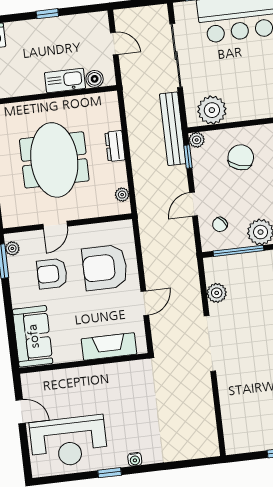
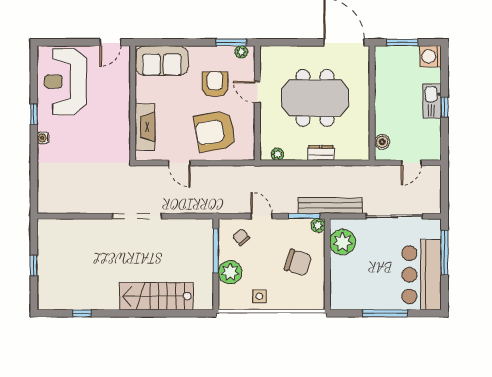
kitchen sink: (65, 81) -> (432, 101), moved, turned 180
window: (188, 157) -> (304, 216), width x1.50
armchair: (105, 267) -> (215, 131), turned -100
plant: (217, 293) -> (181, 227), removed
door: (21, 412) -> (110, 42), moved

